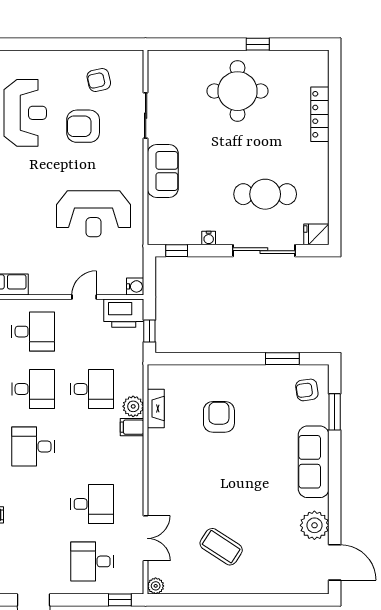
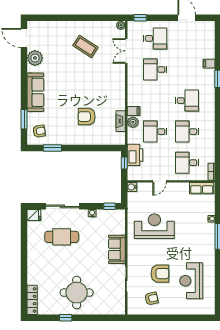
locker: (320, 114) -> (32, 300), moved
printer: (124, 313) -> (135, 155), moved, turned 90
armchair: (219, 417) -> (87, 117), turned 90

